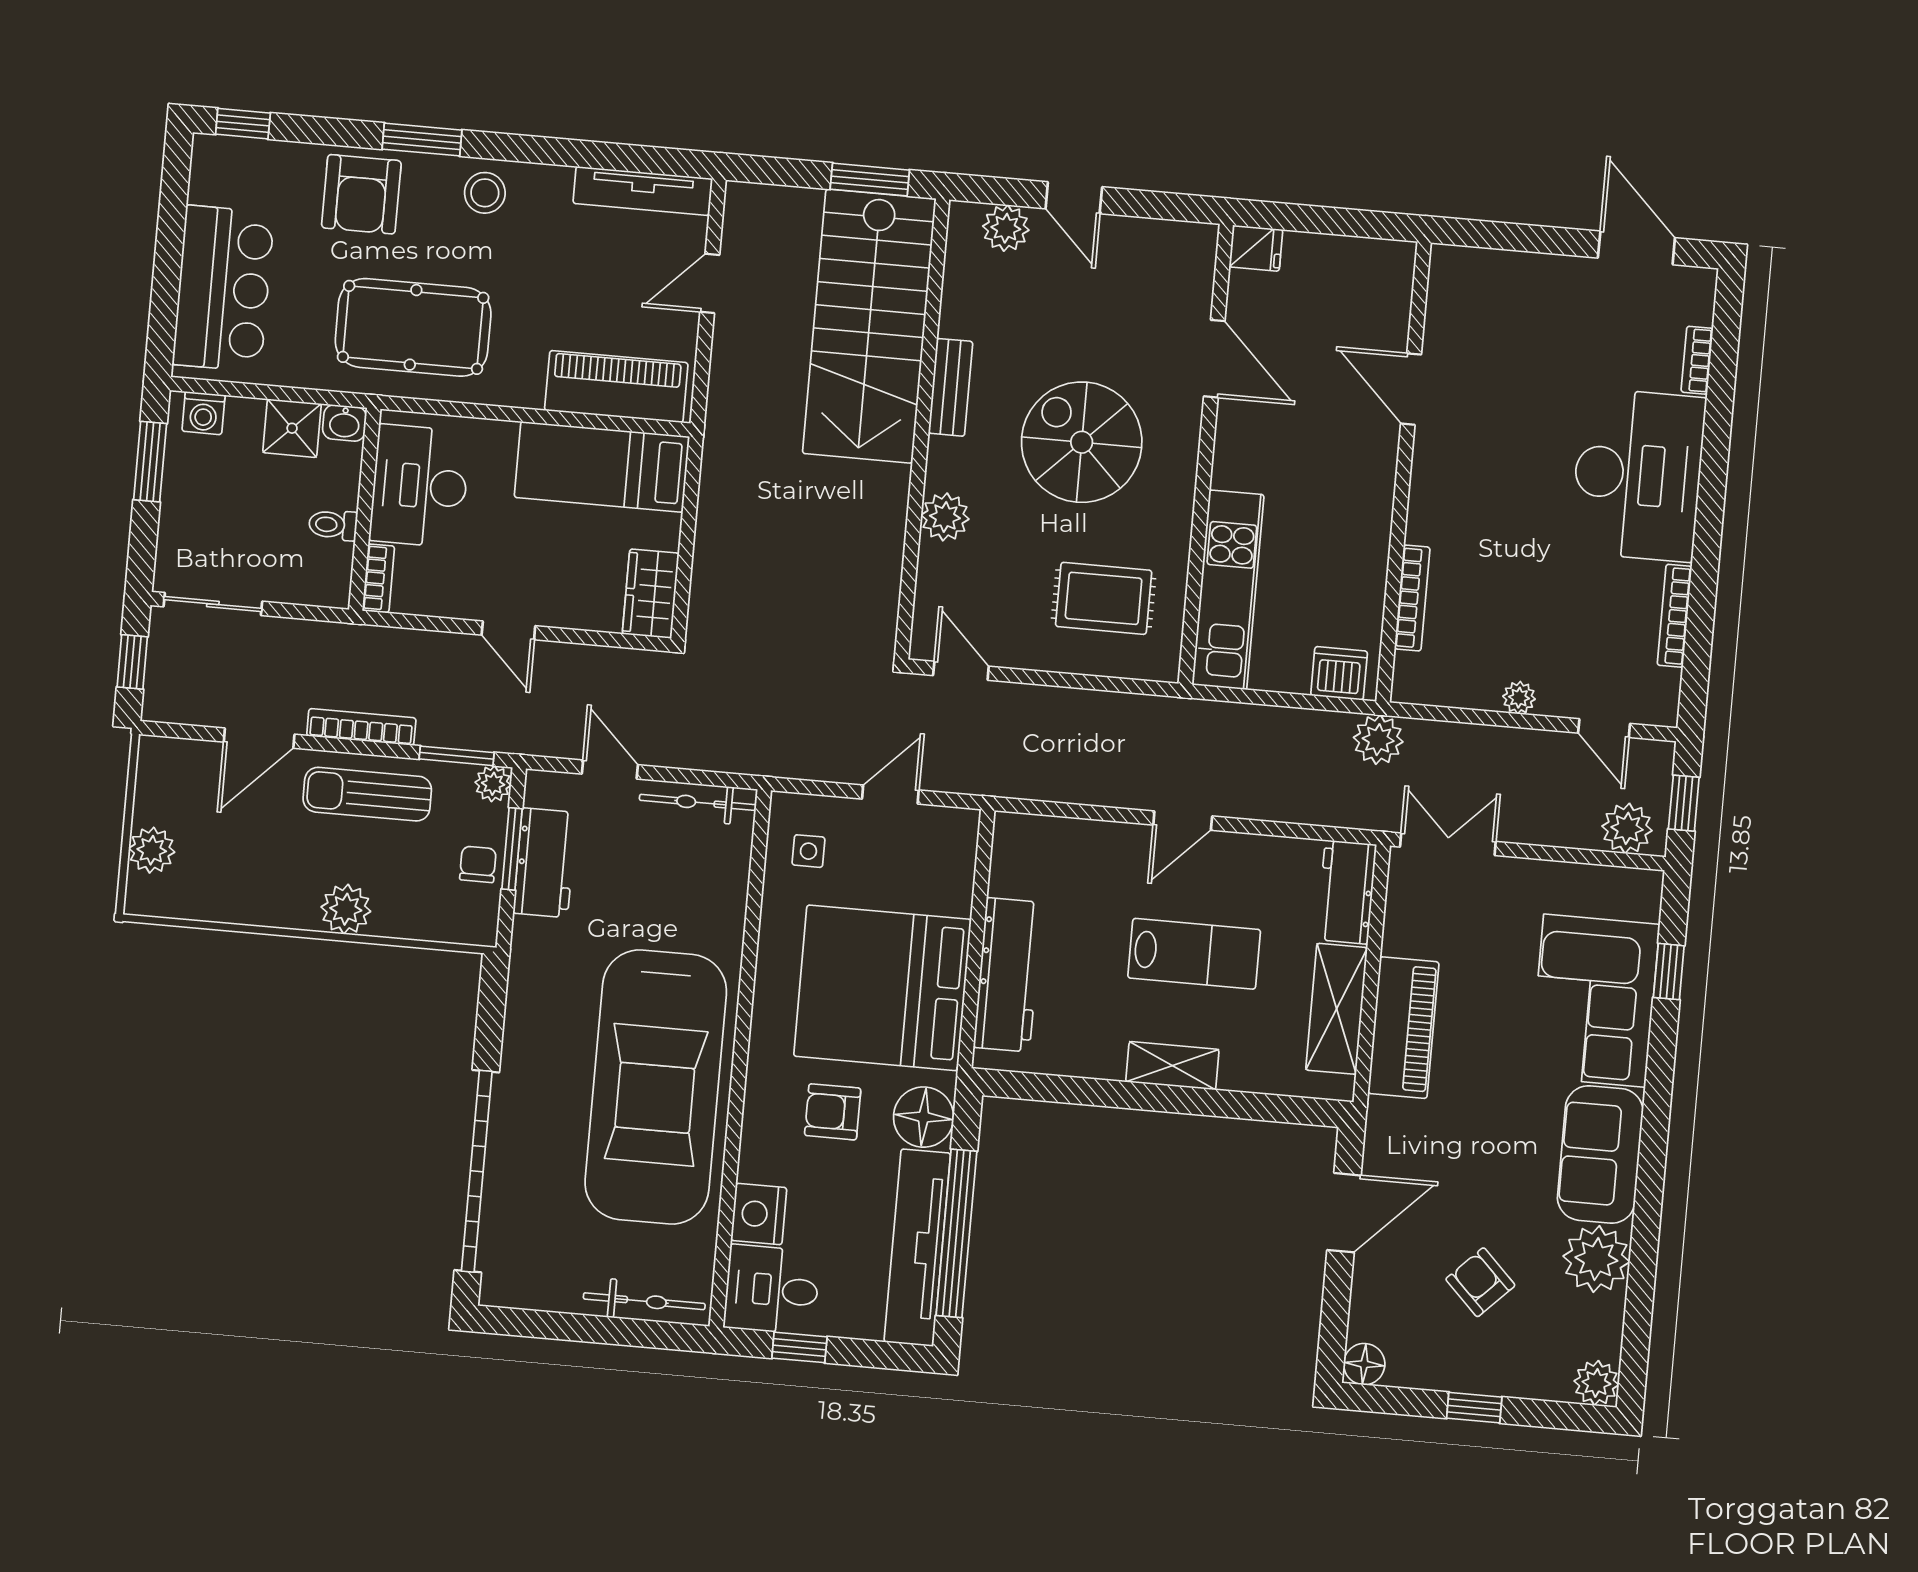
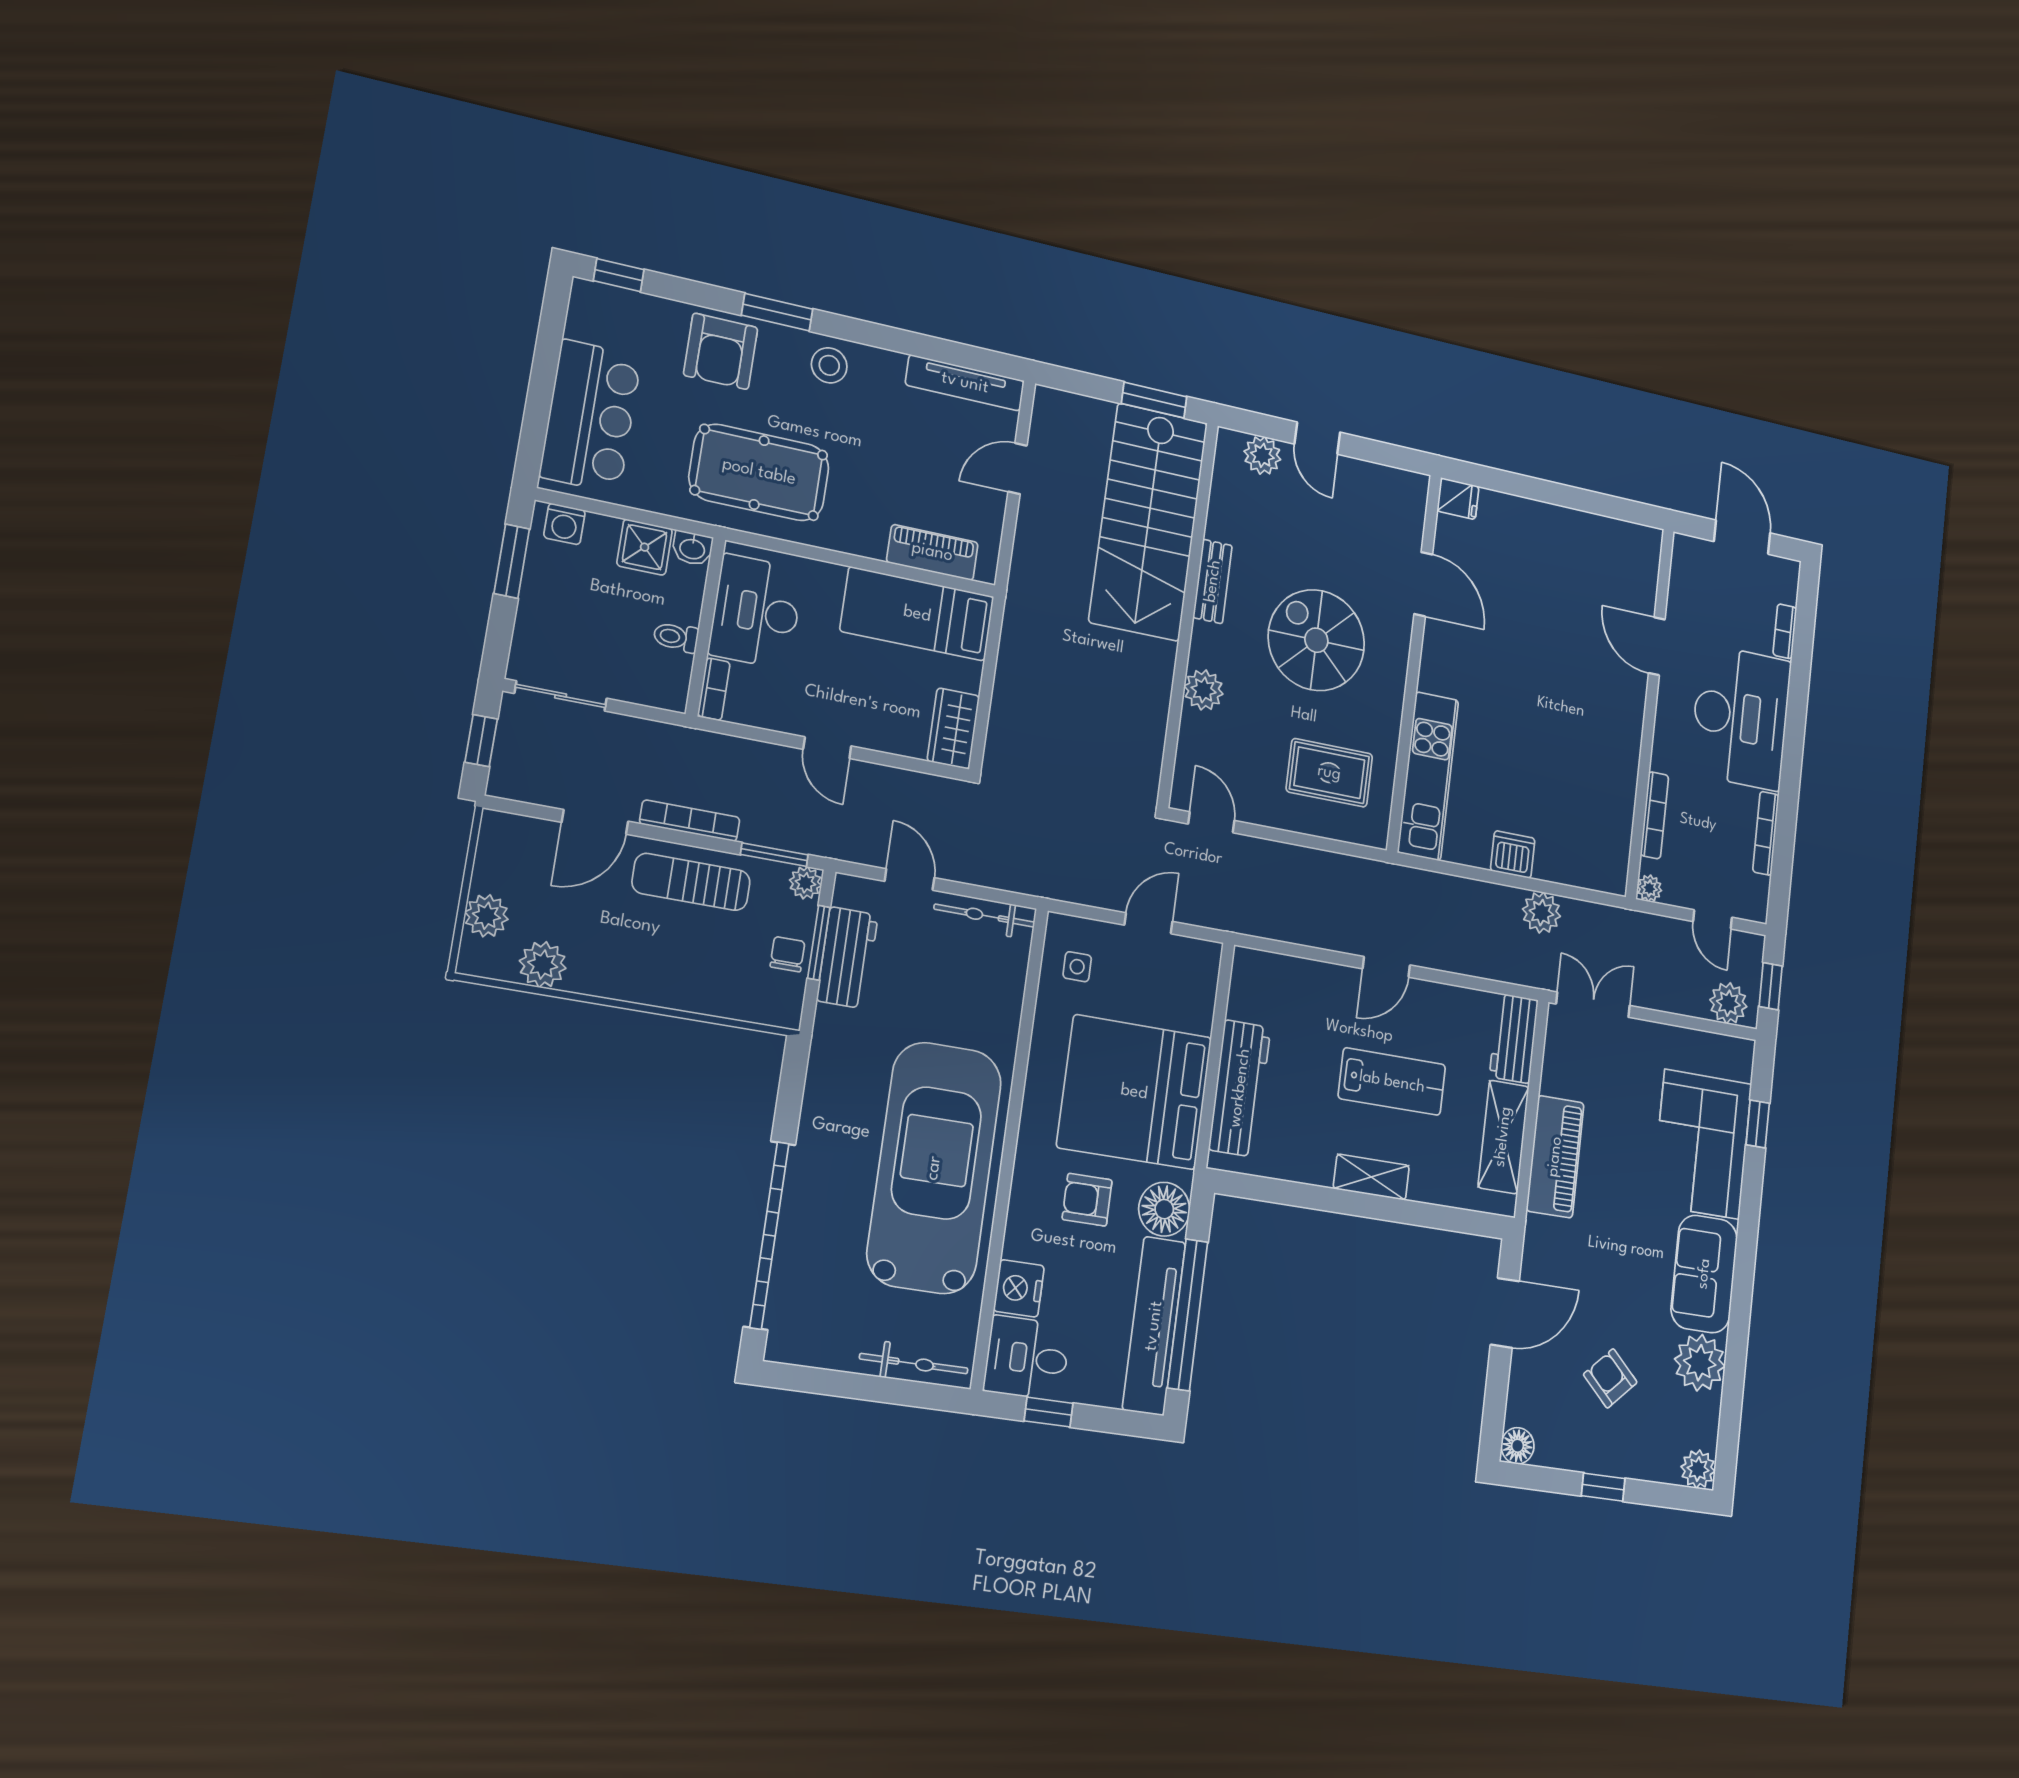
piano: (616, 387) -> (932, 552), width x0.73, depth x0.75
door: (1411, 389) -> (1657, 646), moved
wall: (1404, 472) -> (1650, 712), moved
bookcase: (1412, 598) -> (1655, 815), moved
plant: (346, 909) -> (543, 965), moved
car: (656, 1087) -> (934, 1168), turned 180

